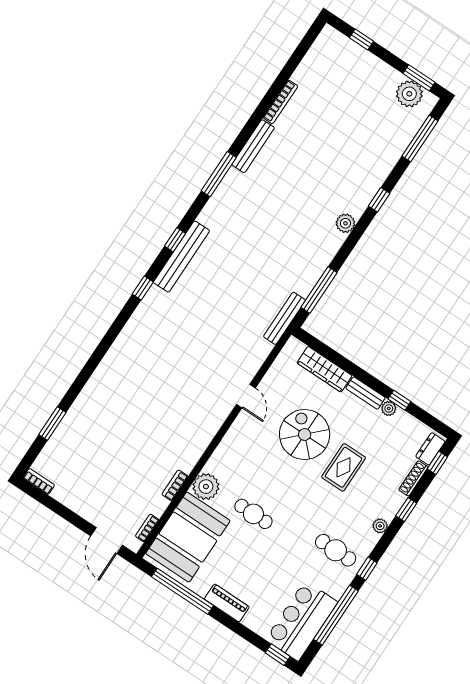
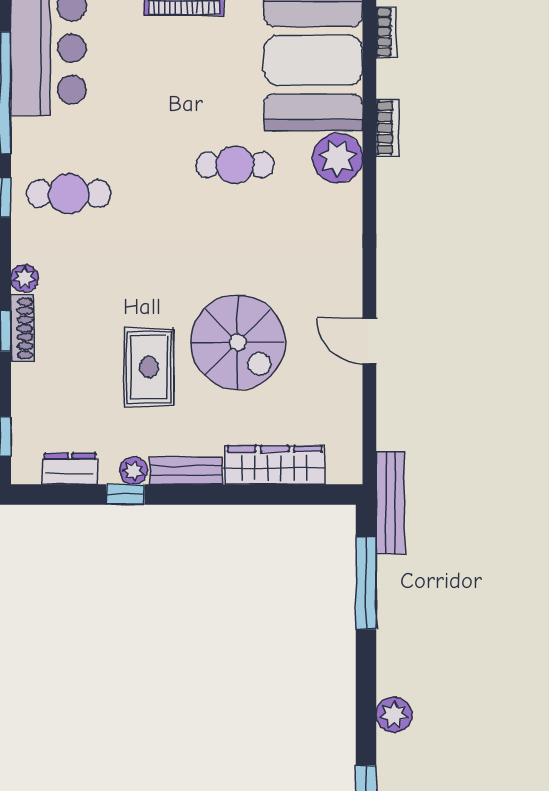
dresser: (430, 449) -> (70, 469), moved, turned -90
rug: (344, 467) -> (149, 367), moved
shoe rack: (413, 478) -> (22, 328), moved

